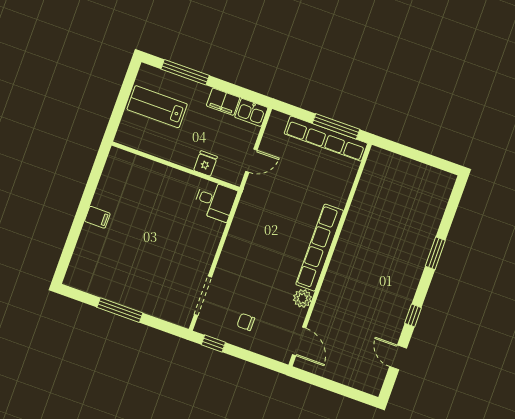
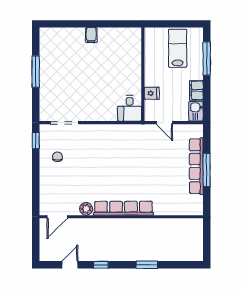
row of seats: (320, 248) -> (123, 208), moved
wall: (330, 255) -> (121, 217), moved
plant: (302, 298) -> (86, 209), moved
door: (299, 341) -> (57, 217), moved

